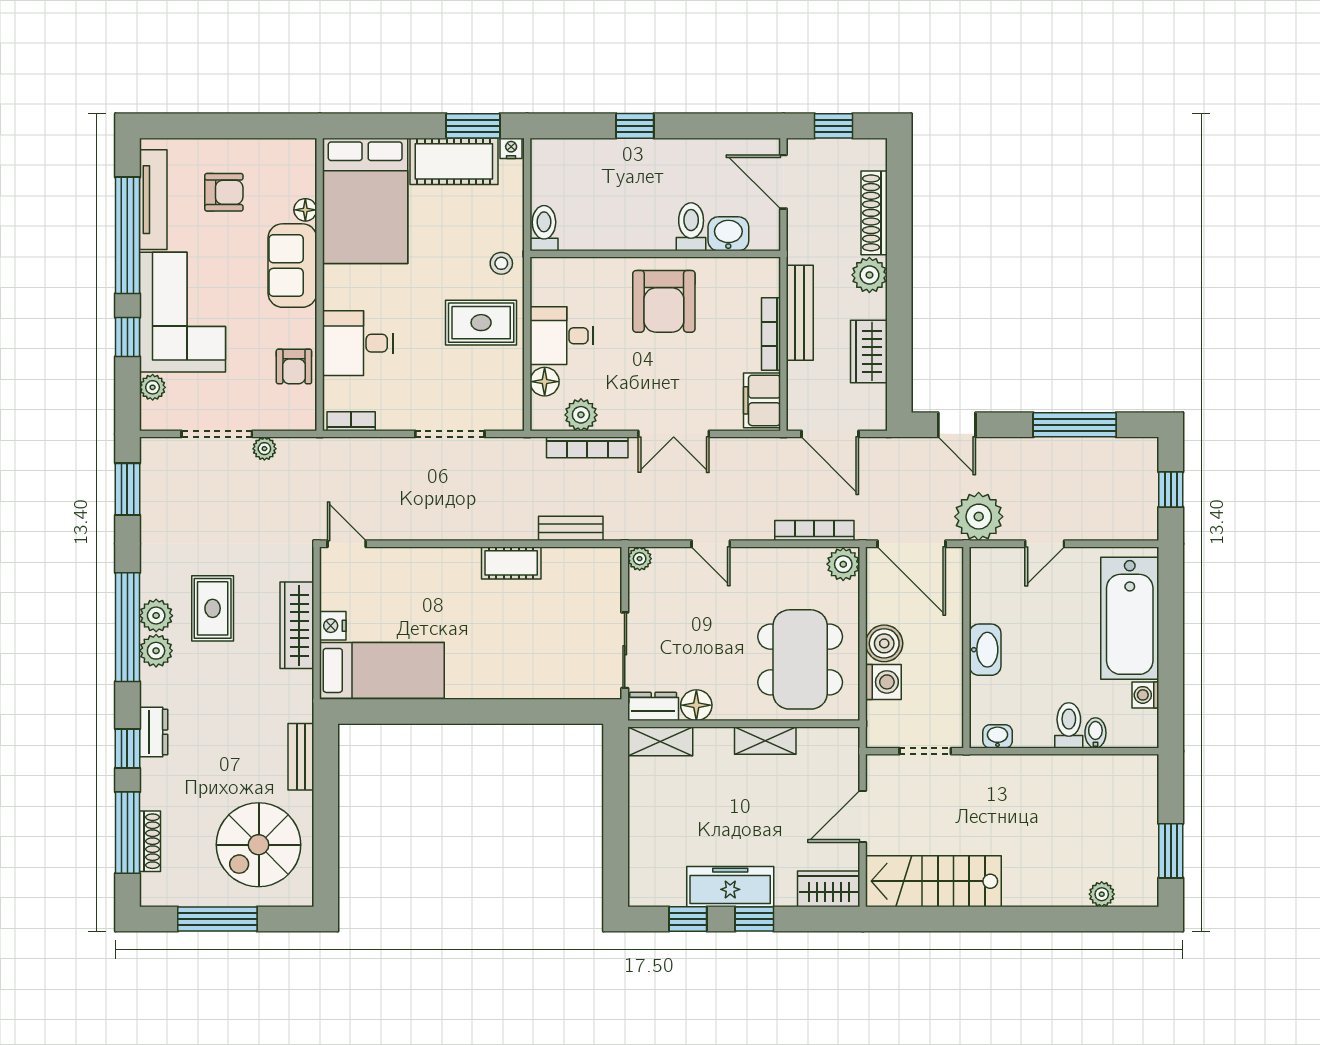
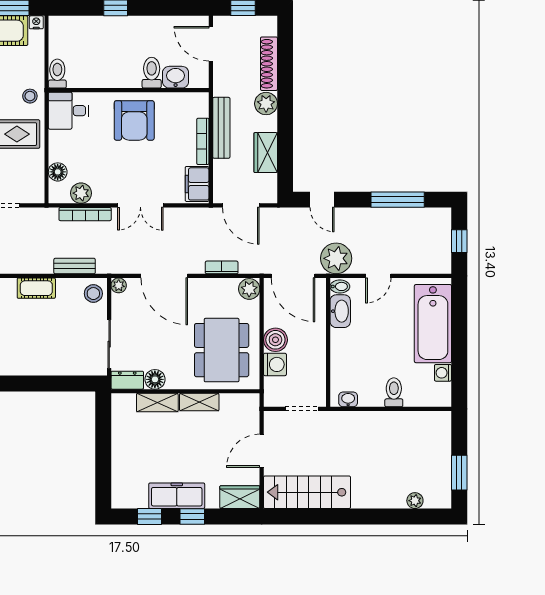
desk: (562, 336) -> (69, 111), moved
bookcase: (814, 531) -> (222, 267), width x0.64
door: (711, 544) -> (164, 276), width x1.88
stool: (600, 571) -> (93, 294), added
washbasin: (985, 650) -> (340, 311), moved
bidet: (1095, 733) -> (340, 286), moved, turned 90
shelving: (660, 741) -> (157, 403), moved

